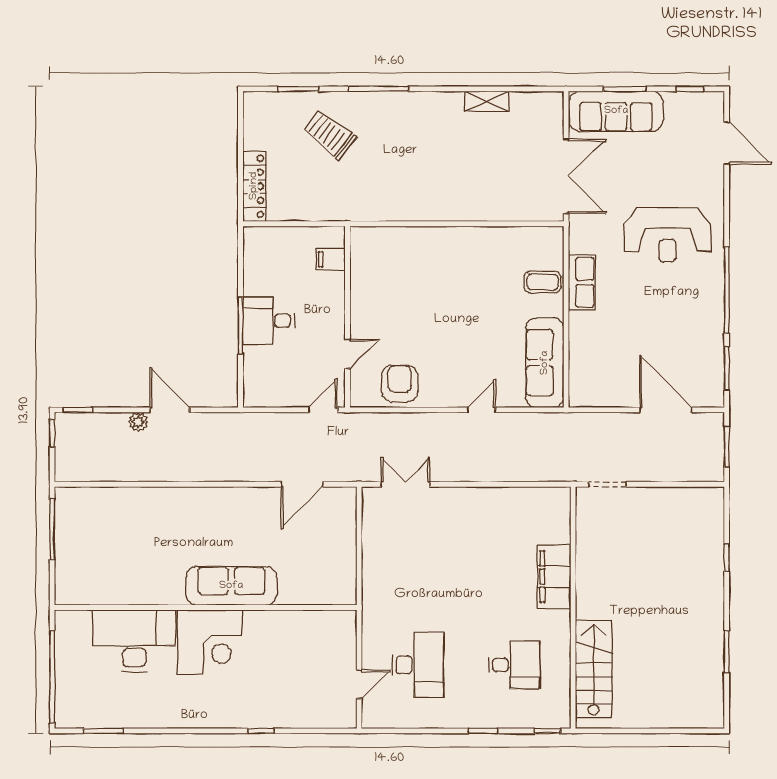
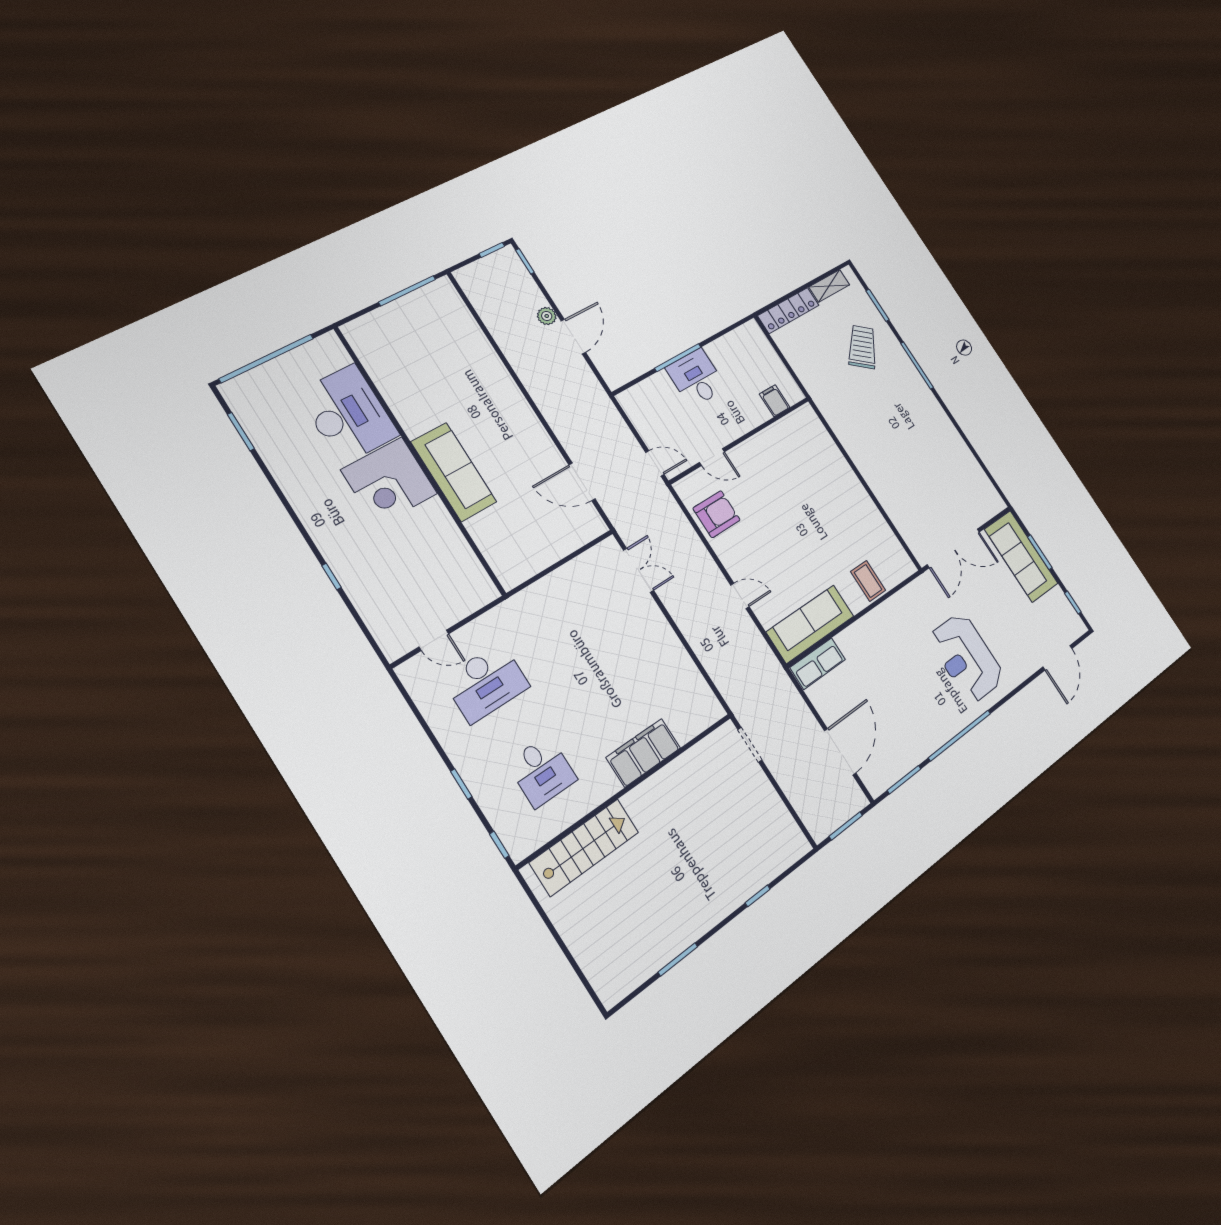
shelving: (487, 101) -> (829, 286), moved, turned 90
row of seats: (582, 282) -> (818, 664), moved

